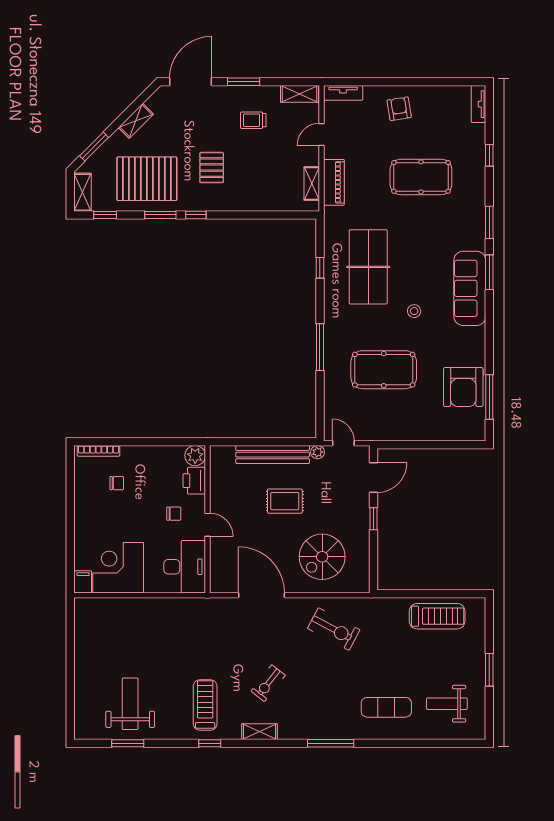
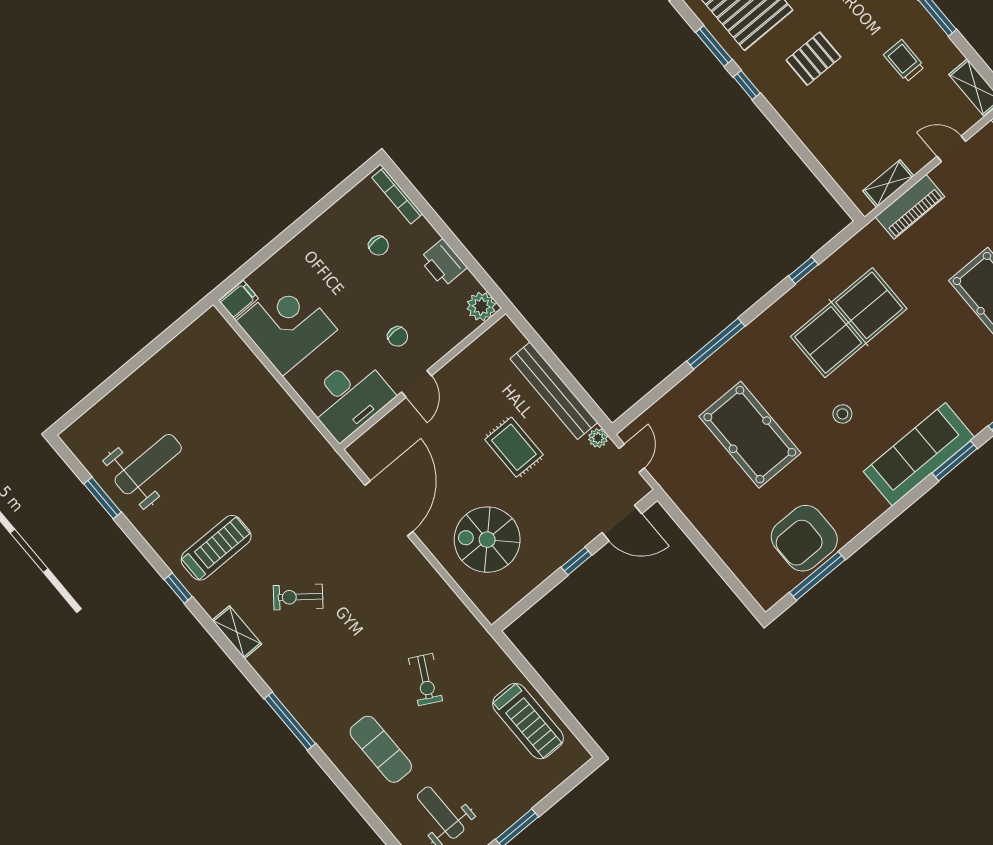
printer: (194, 481) -> (443, 263), moved, turned -90
exercise bike: (334, 629) -> (425, 680), moved, width x0.73, depth x0.72

